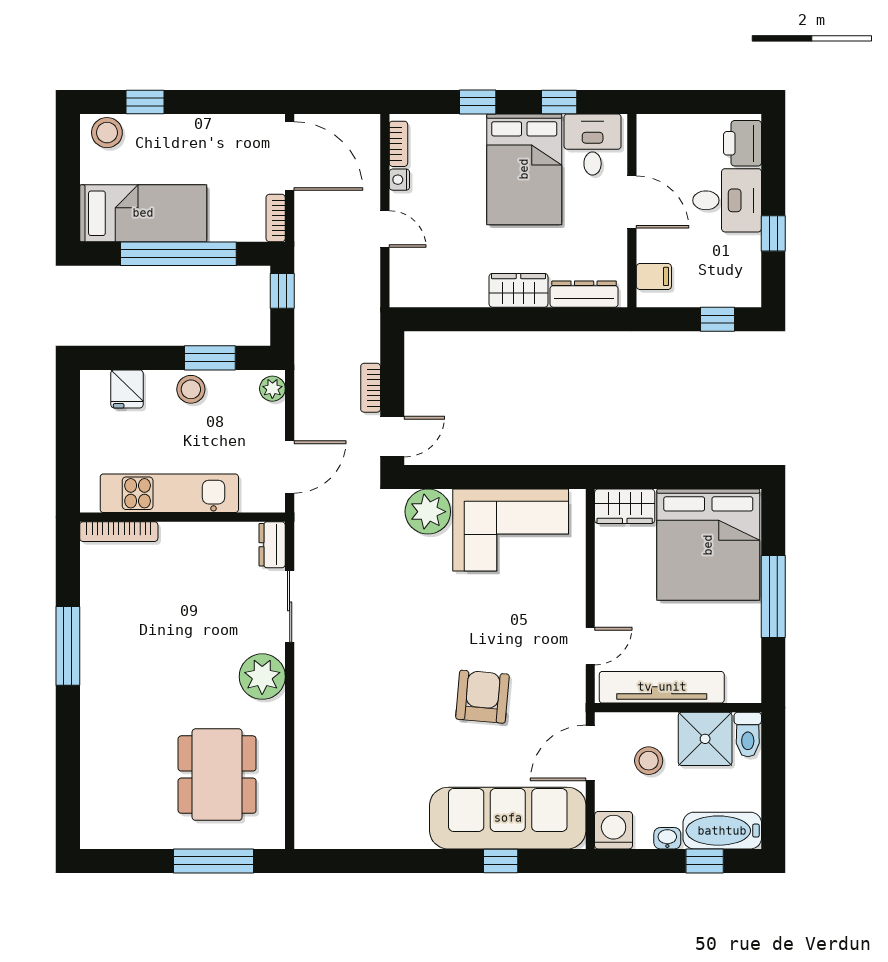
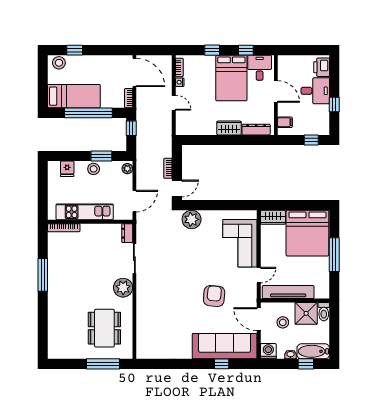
corner sofa: (511, 530) -> (240, 243), moved, turned 90
door: (590, 753) -> (259, 319), hinge flipped

